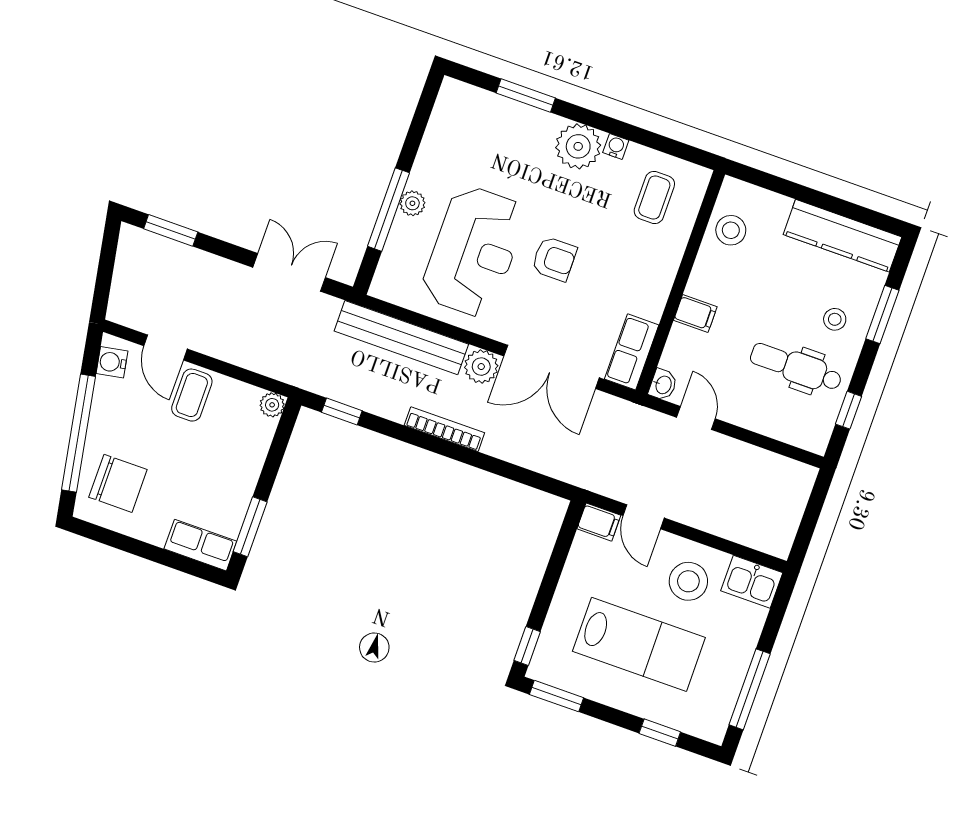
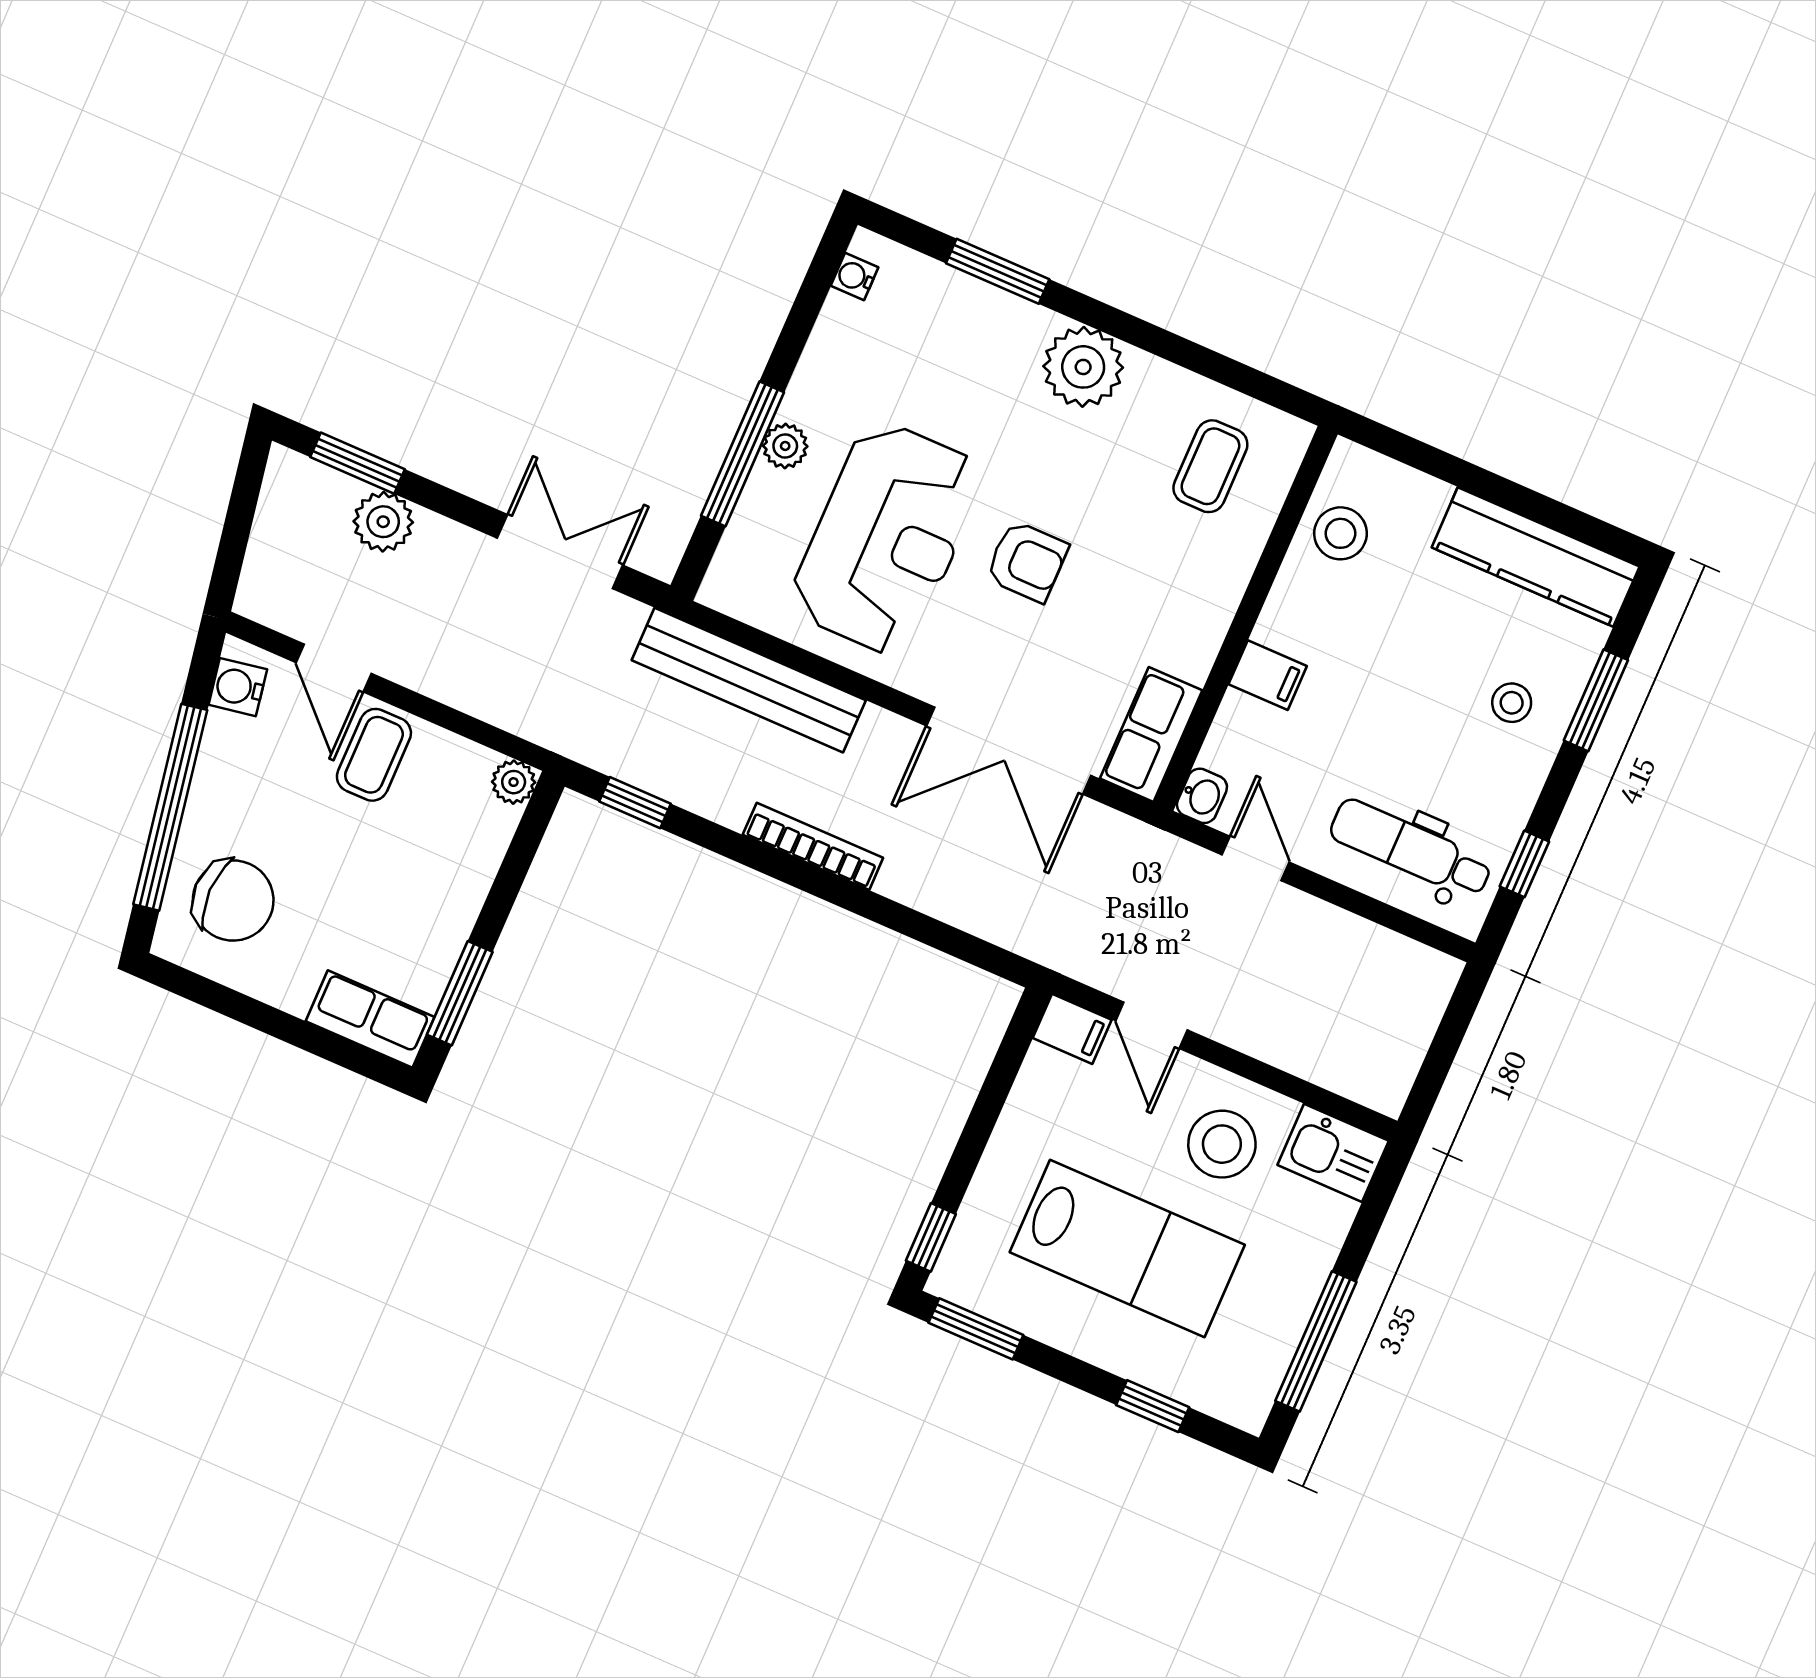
water cooler: (616, 146) -> (855, 277), moved, turned -90
plant: (481, 367) -> (383, 522), moved
dental chair: (796, 367) -> (1411, 849), moved

